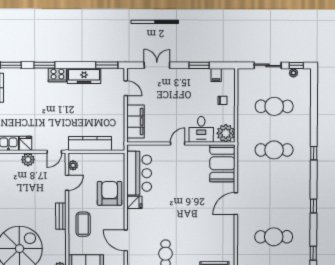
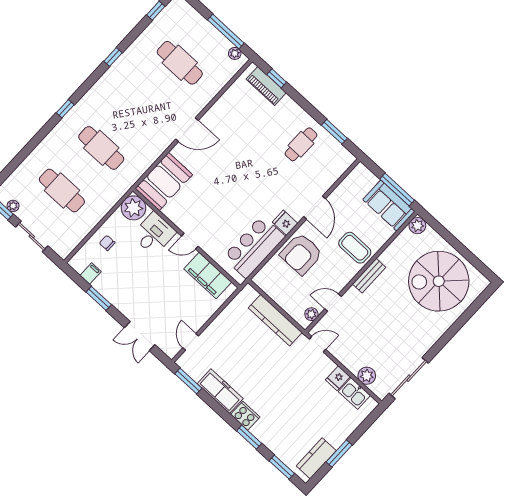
filing cabinet: (136, 121) -> (208, 275), moved, turned -90
plant: (28, 160) -> (367, 376), moved
coffee table: (83, 224) -> (355, 248), turned 90
door: (126, 240) -> (315, 208), moved

